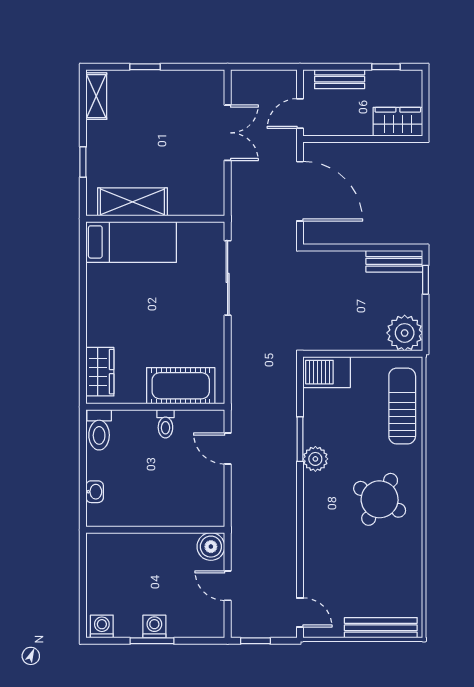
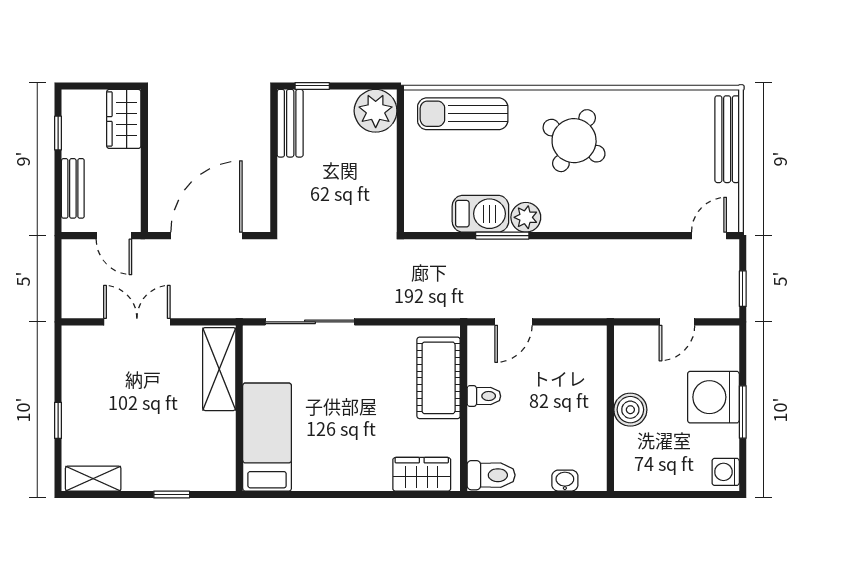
shelving: (132, 202) -> (219, 369), moved
barbecue: (327, 372) -> (480, 214), moved, turned -90
boiler: (211, 547) -> (630, 410), moved
washing machine: (154, 626) -> (713, 397), width x1.89, depth x1.89

